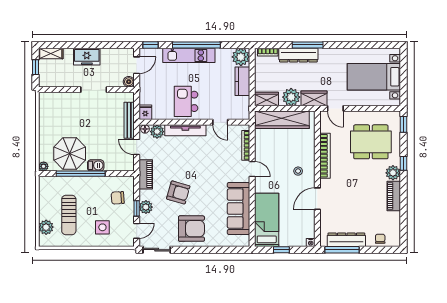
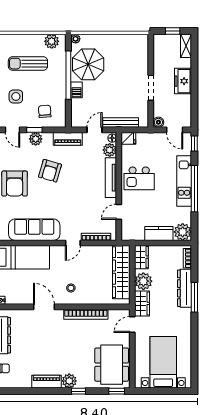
kitchen island: (186, 101) -> (139, 178), turned 180
dining table: (371, 142) -> (112, 365), moved
plant: (46, 227) -> (52, 41), moved

